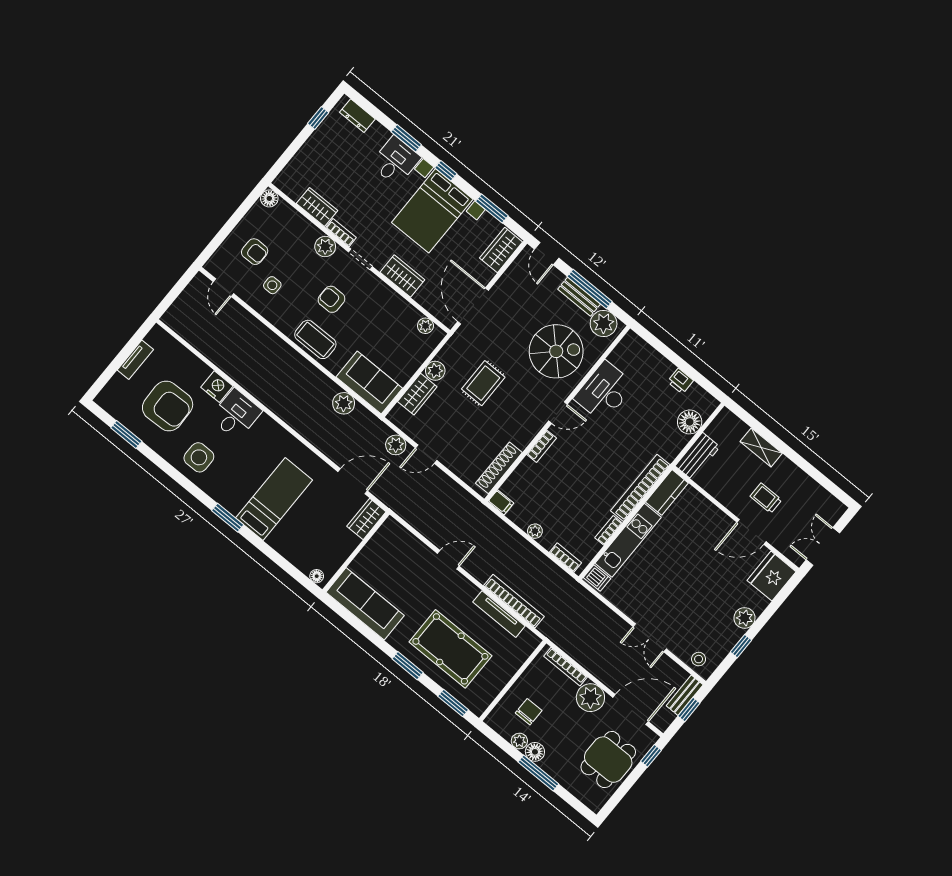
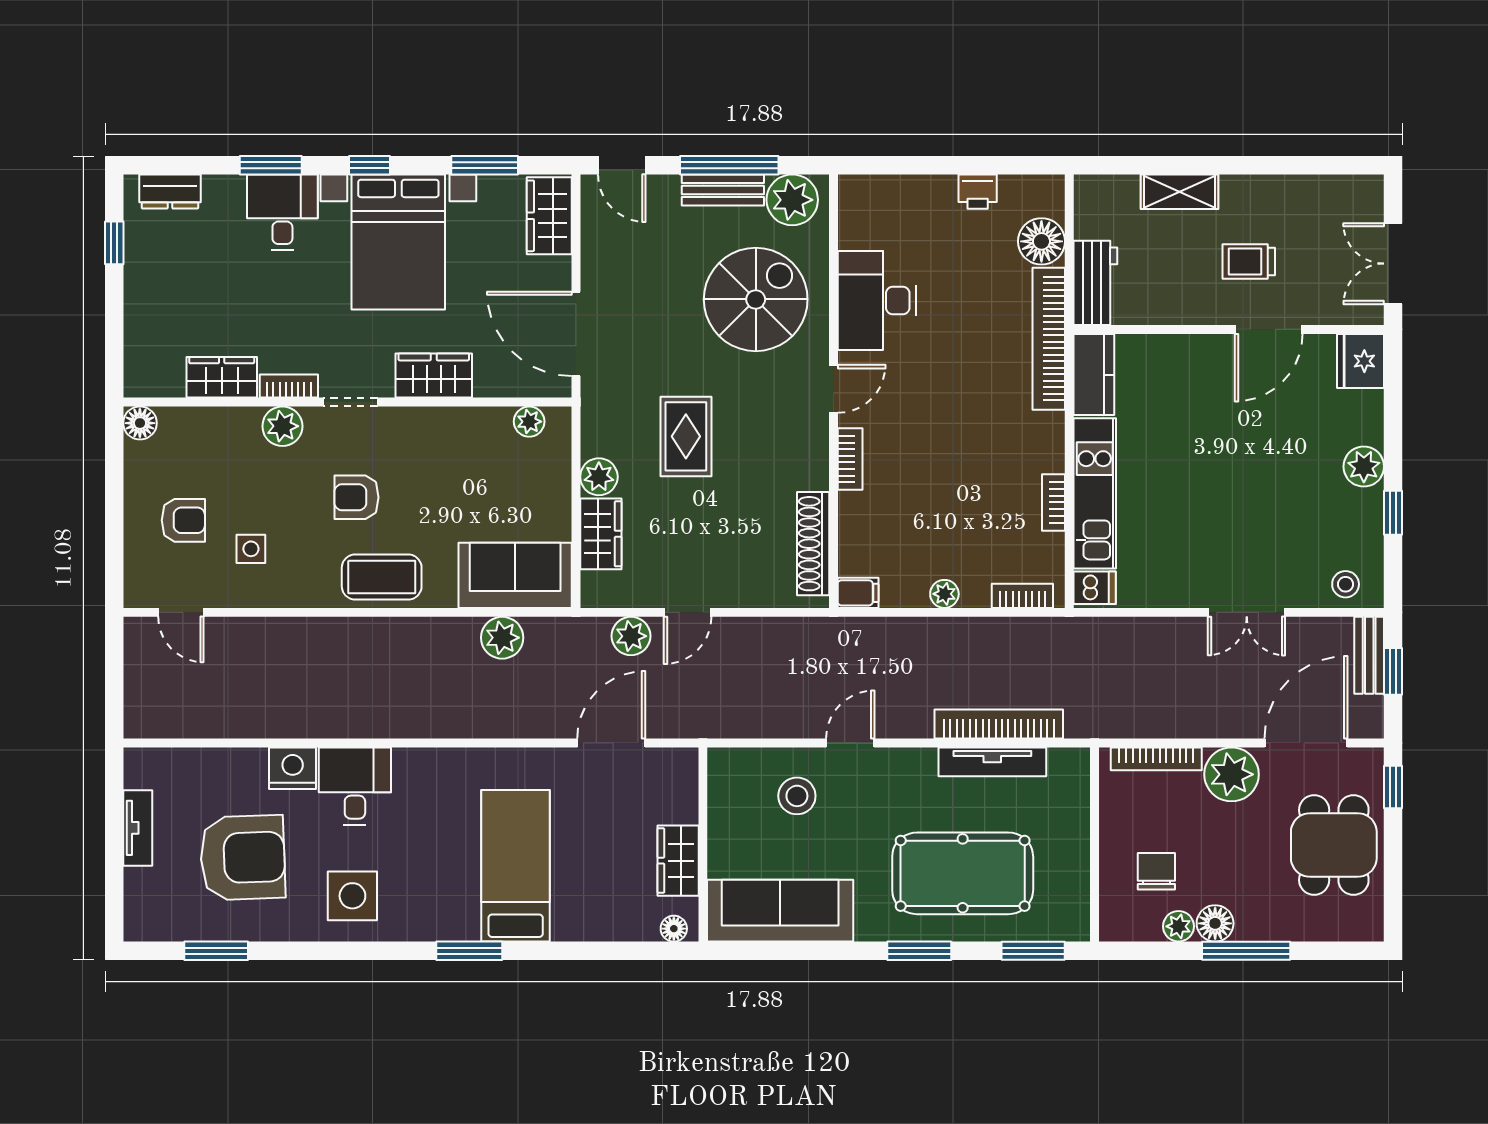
bookcase: (640, 488) -> (1049, 339), moved
wardrobe: (366, 519) -> (678, 861), moved
stool: (410, 563) -> (797, 796), added
fridge: (772, 576) -> (1361, 361), width x0.73, depth x0.75

